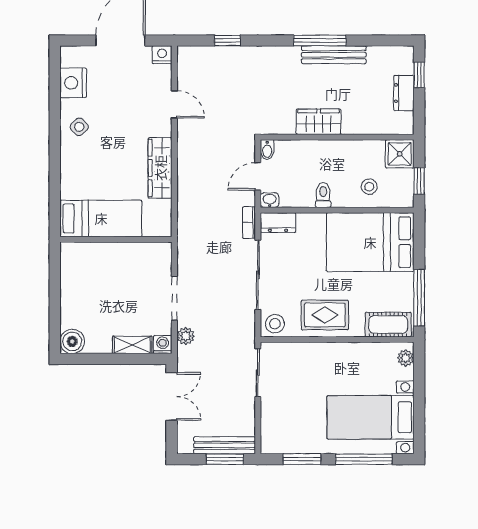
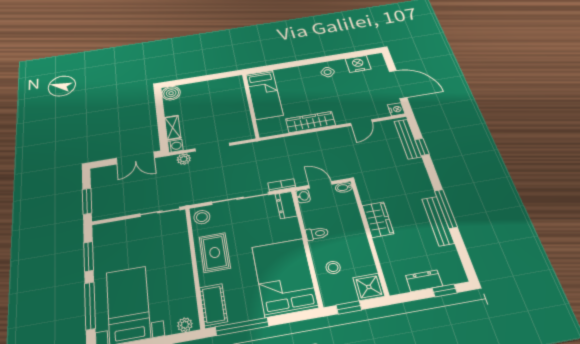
bench: (225, 445) -> (408, 139), moved

